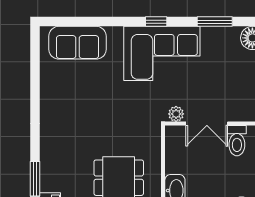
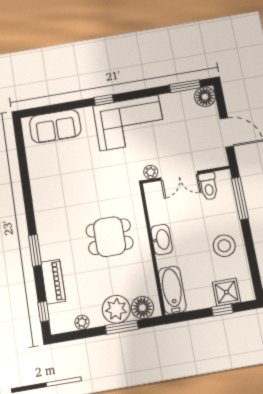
window: (156, 22) -> (104, 100), moved
window: (215, 22) -> (185, 86), moved

